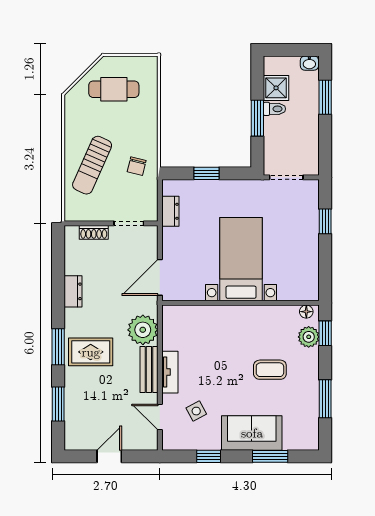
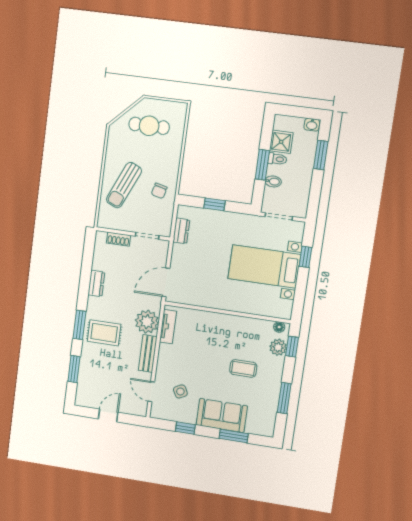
bidet: (273, 136) -> (273, 181), added
bed with nightstands: (241, 259) -> (264, 267), moved, turned -90
tv unit: (170, 372) -> (168, 327), moved

